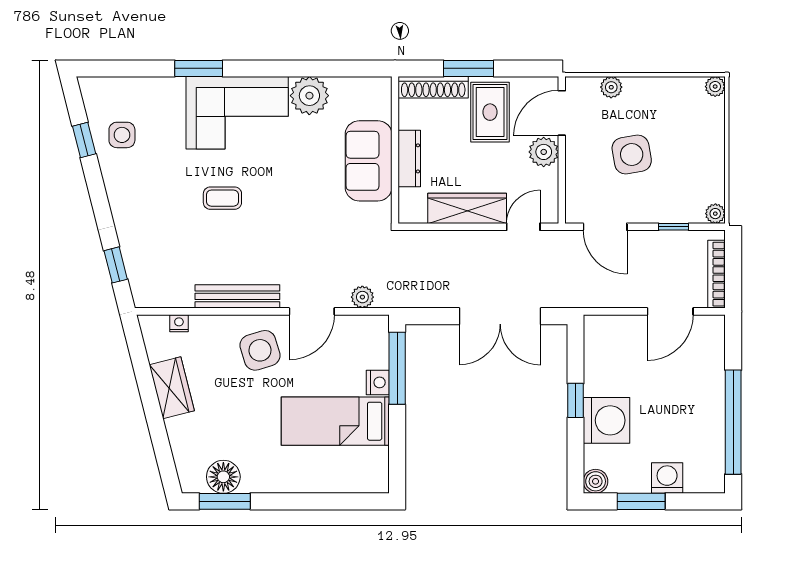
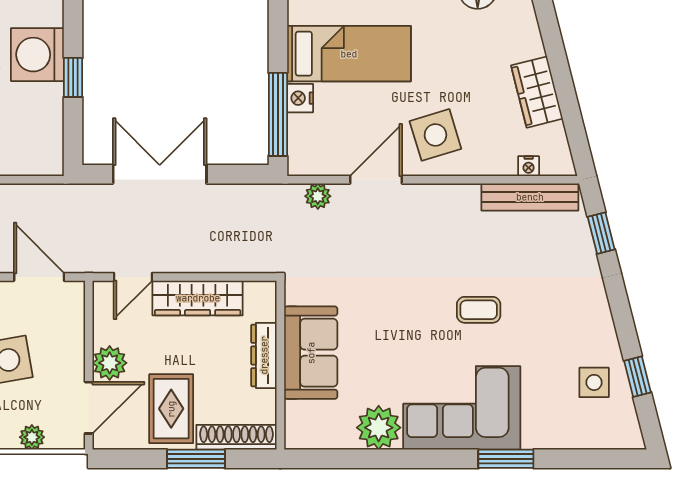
bench: (237, 296) -> (530, 197), moved

